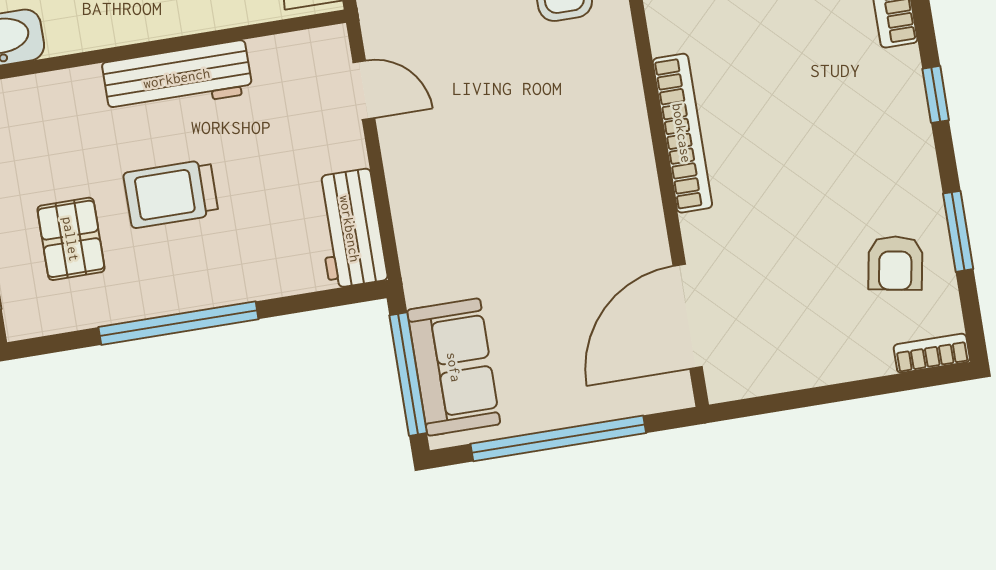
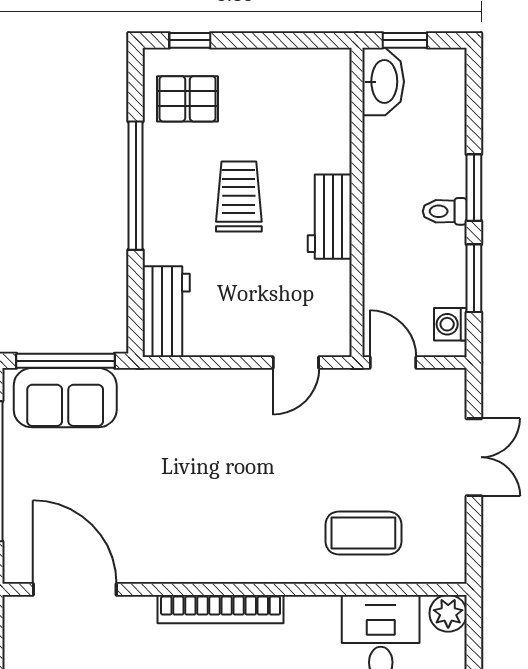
workbench: (177, 78) -> (330, 217), width x0.73
workbench: (350, 229) -> (166, 312), moved, turned 90
pallet: (71, 239) -> (188, 99), moved

